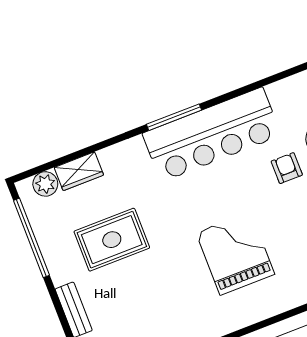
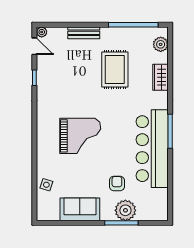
armchair: (287, 168) -> (117, 183), turned -90
wardrobe: (79, 171) -> (160, 77), moved

